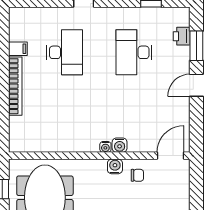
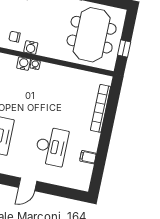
desk: (65, 52) -> (52, 146), turned 180
bookcase: (15, 86) -> (100, 108), moved

